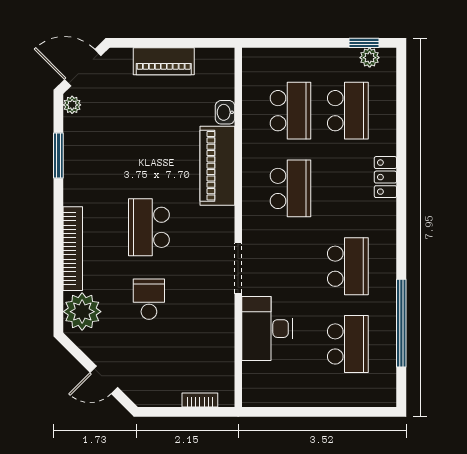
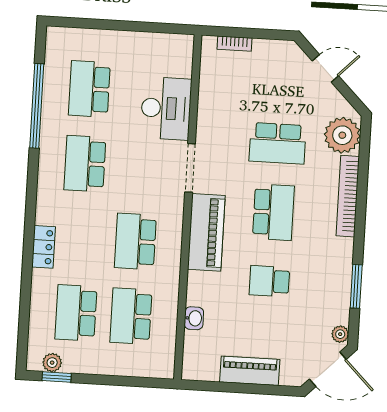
school desk: (149, 155) -> (269, 281), added
piano: (217, 166) -> (206, 232), moved
school desk: (149, 299) -> (278, 143), width x1.85

